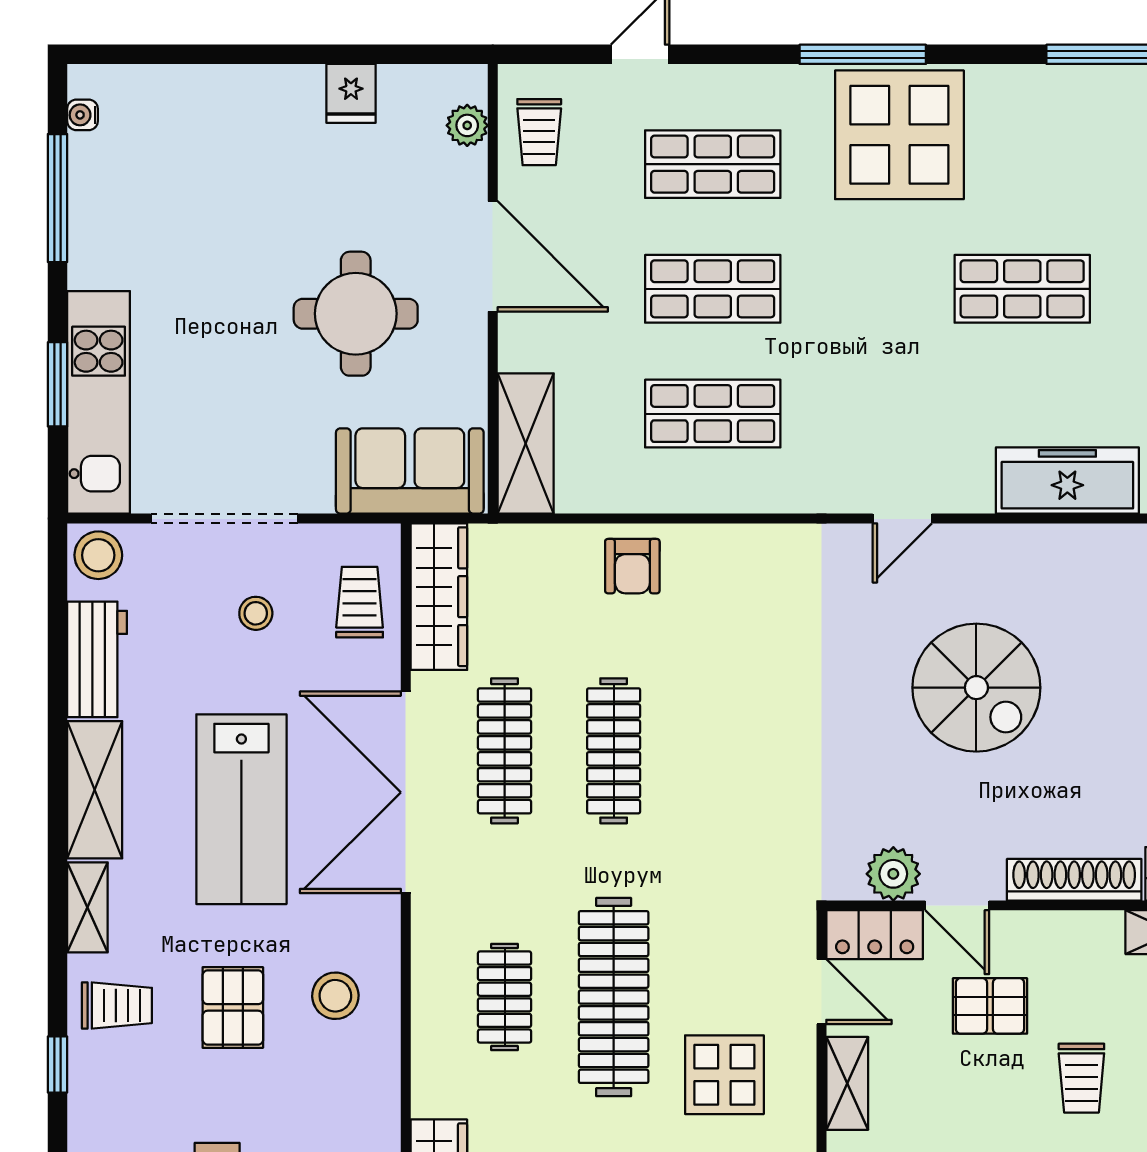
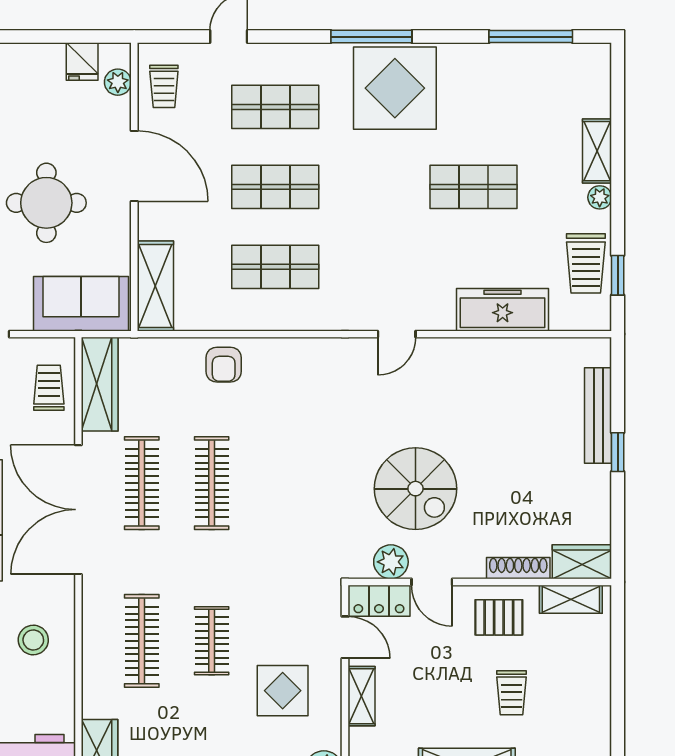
fridge: (351, 93) -> (82, 62), moved
spiral stairs: (976, 688) -> (416, 489), moved
shoe rack: (1074, 880) -> (518, 568), width x0.74, depth x0.81
clothes rail: (505, 997) -> (142, 641), width x1.36
clothes rail: (614, 997) -> (212, 641), width x0.54, depth x0.76
pallet: (990, 1006) -> (499, 617), moved

